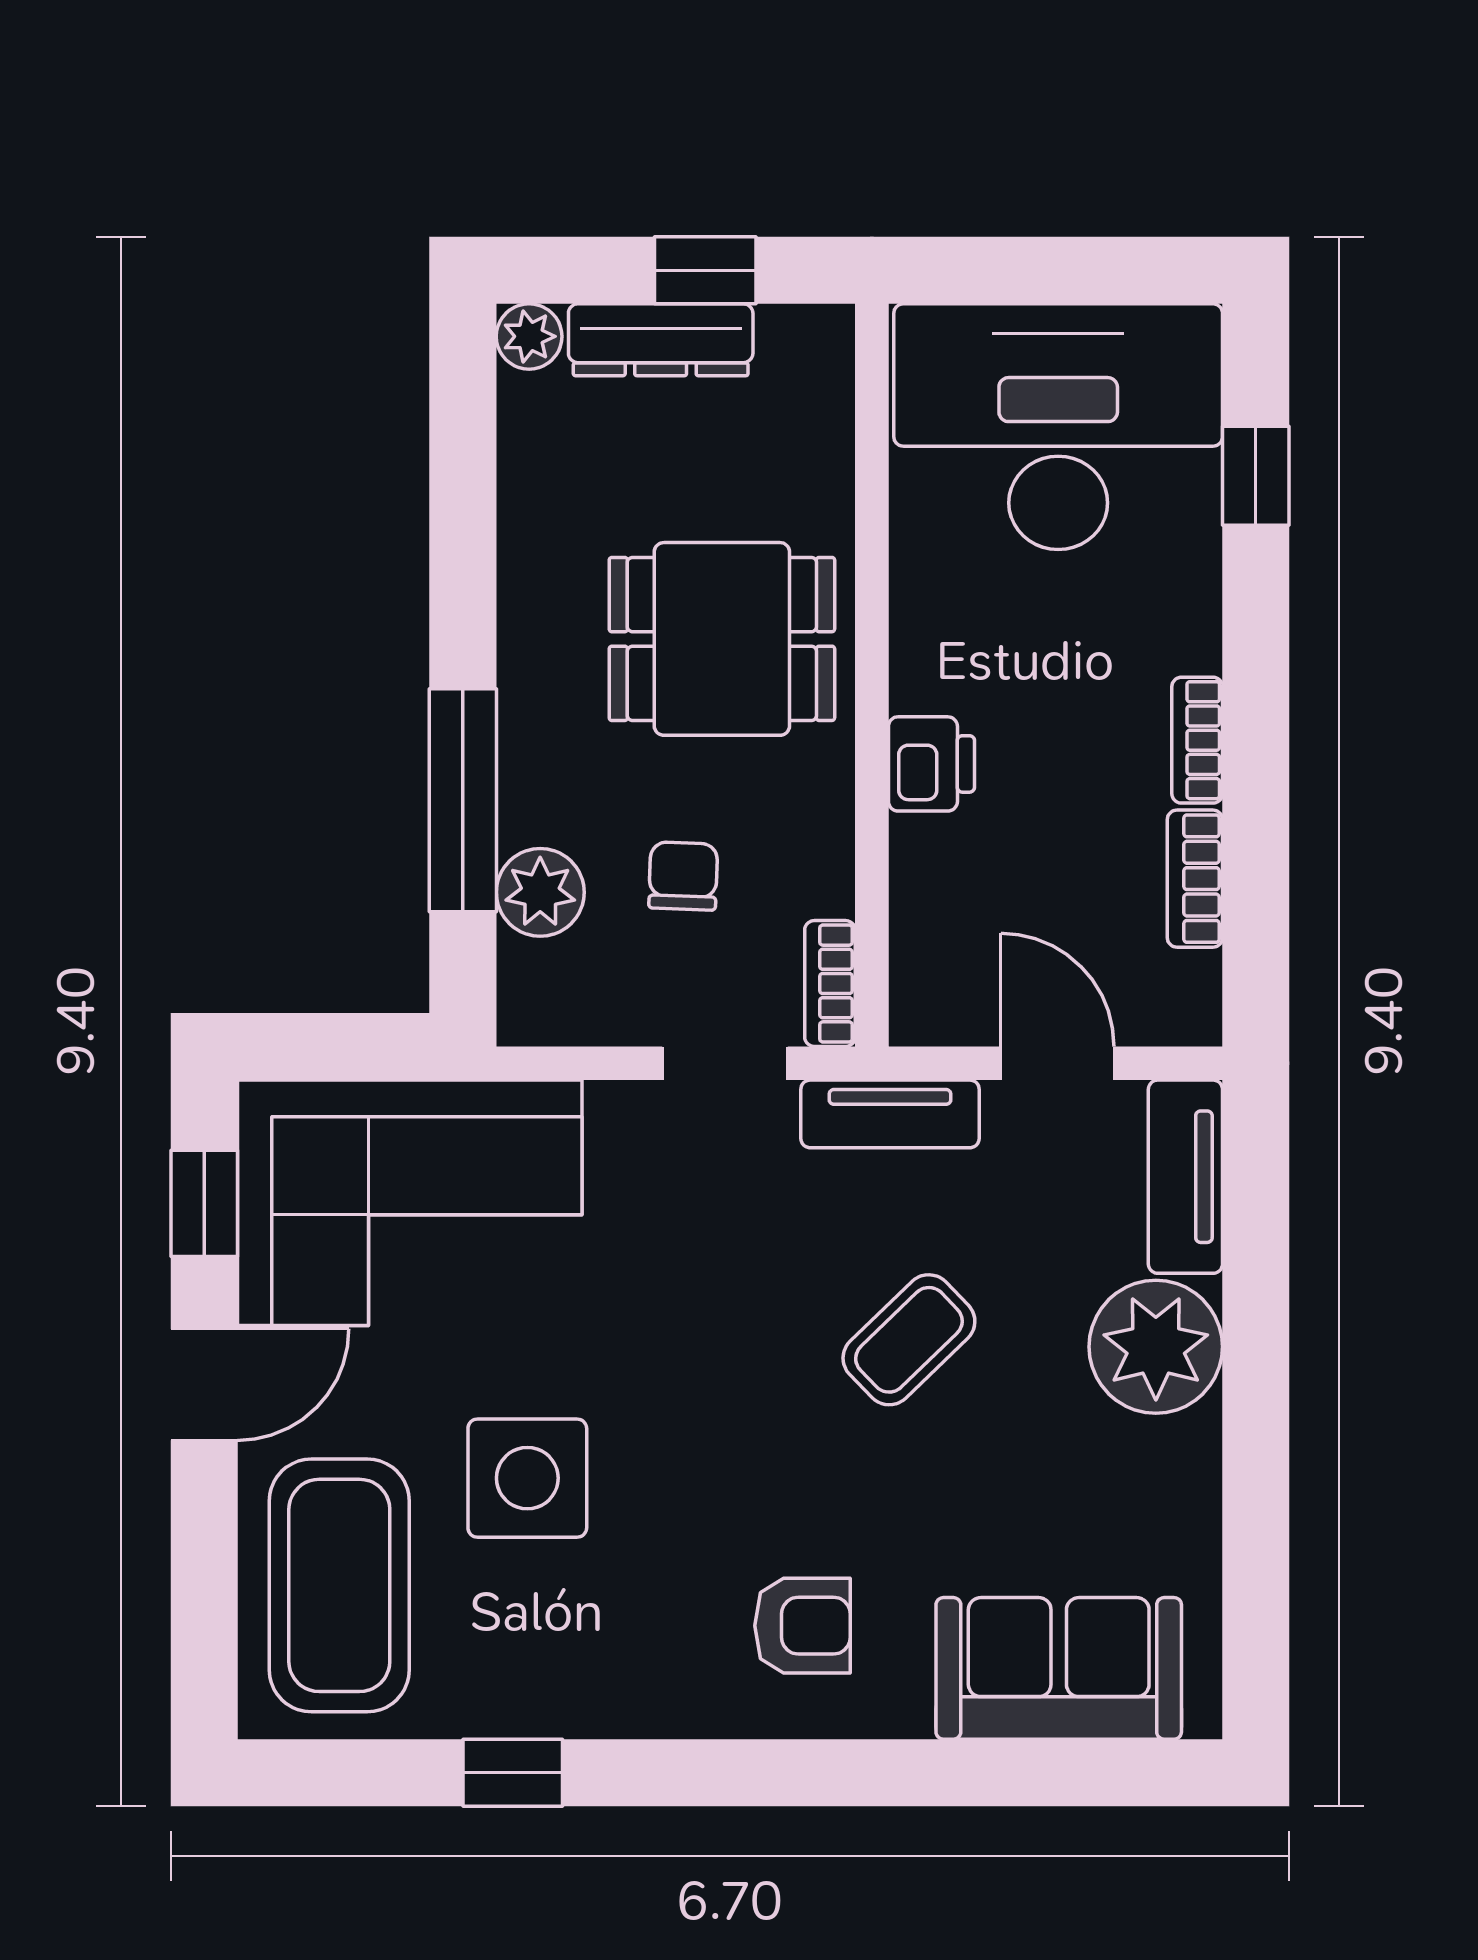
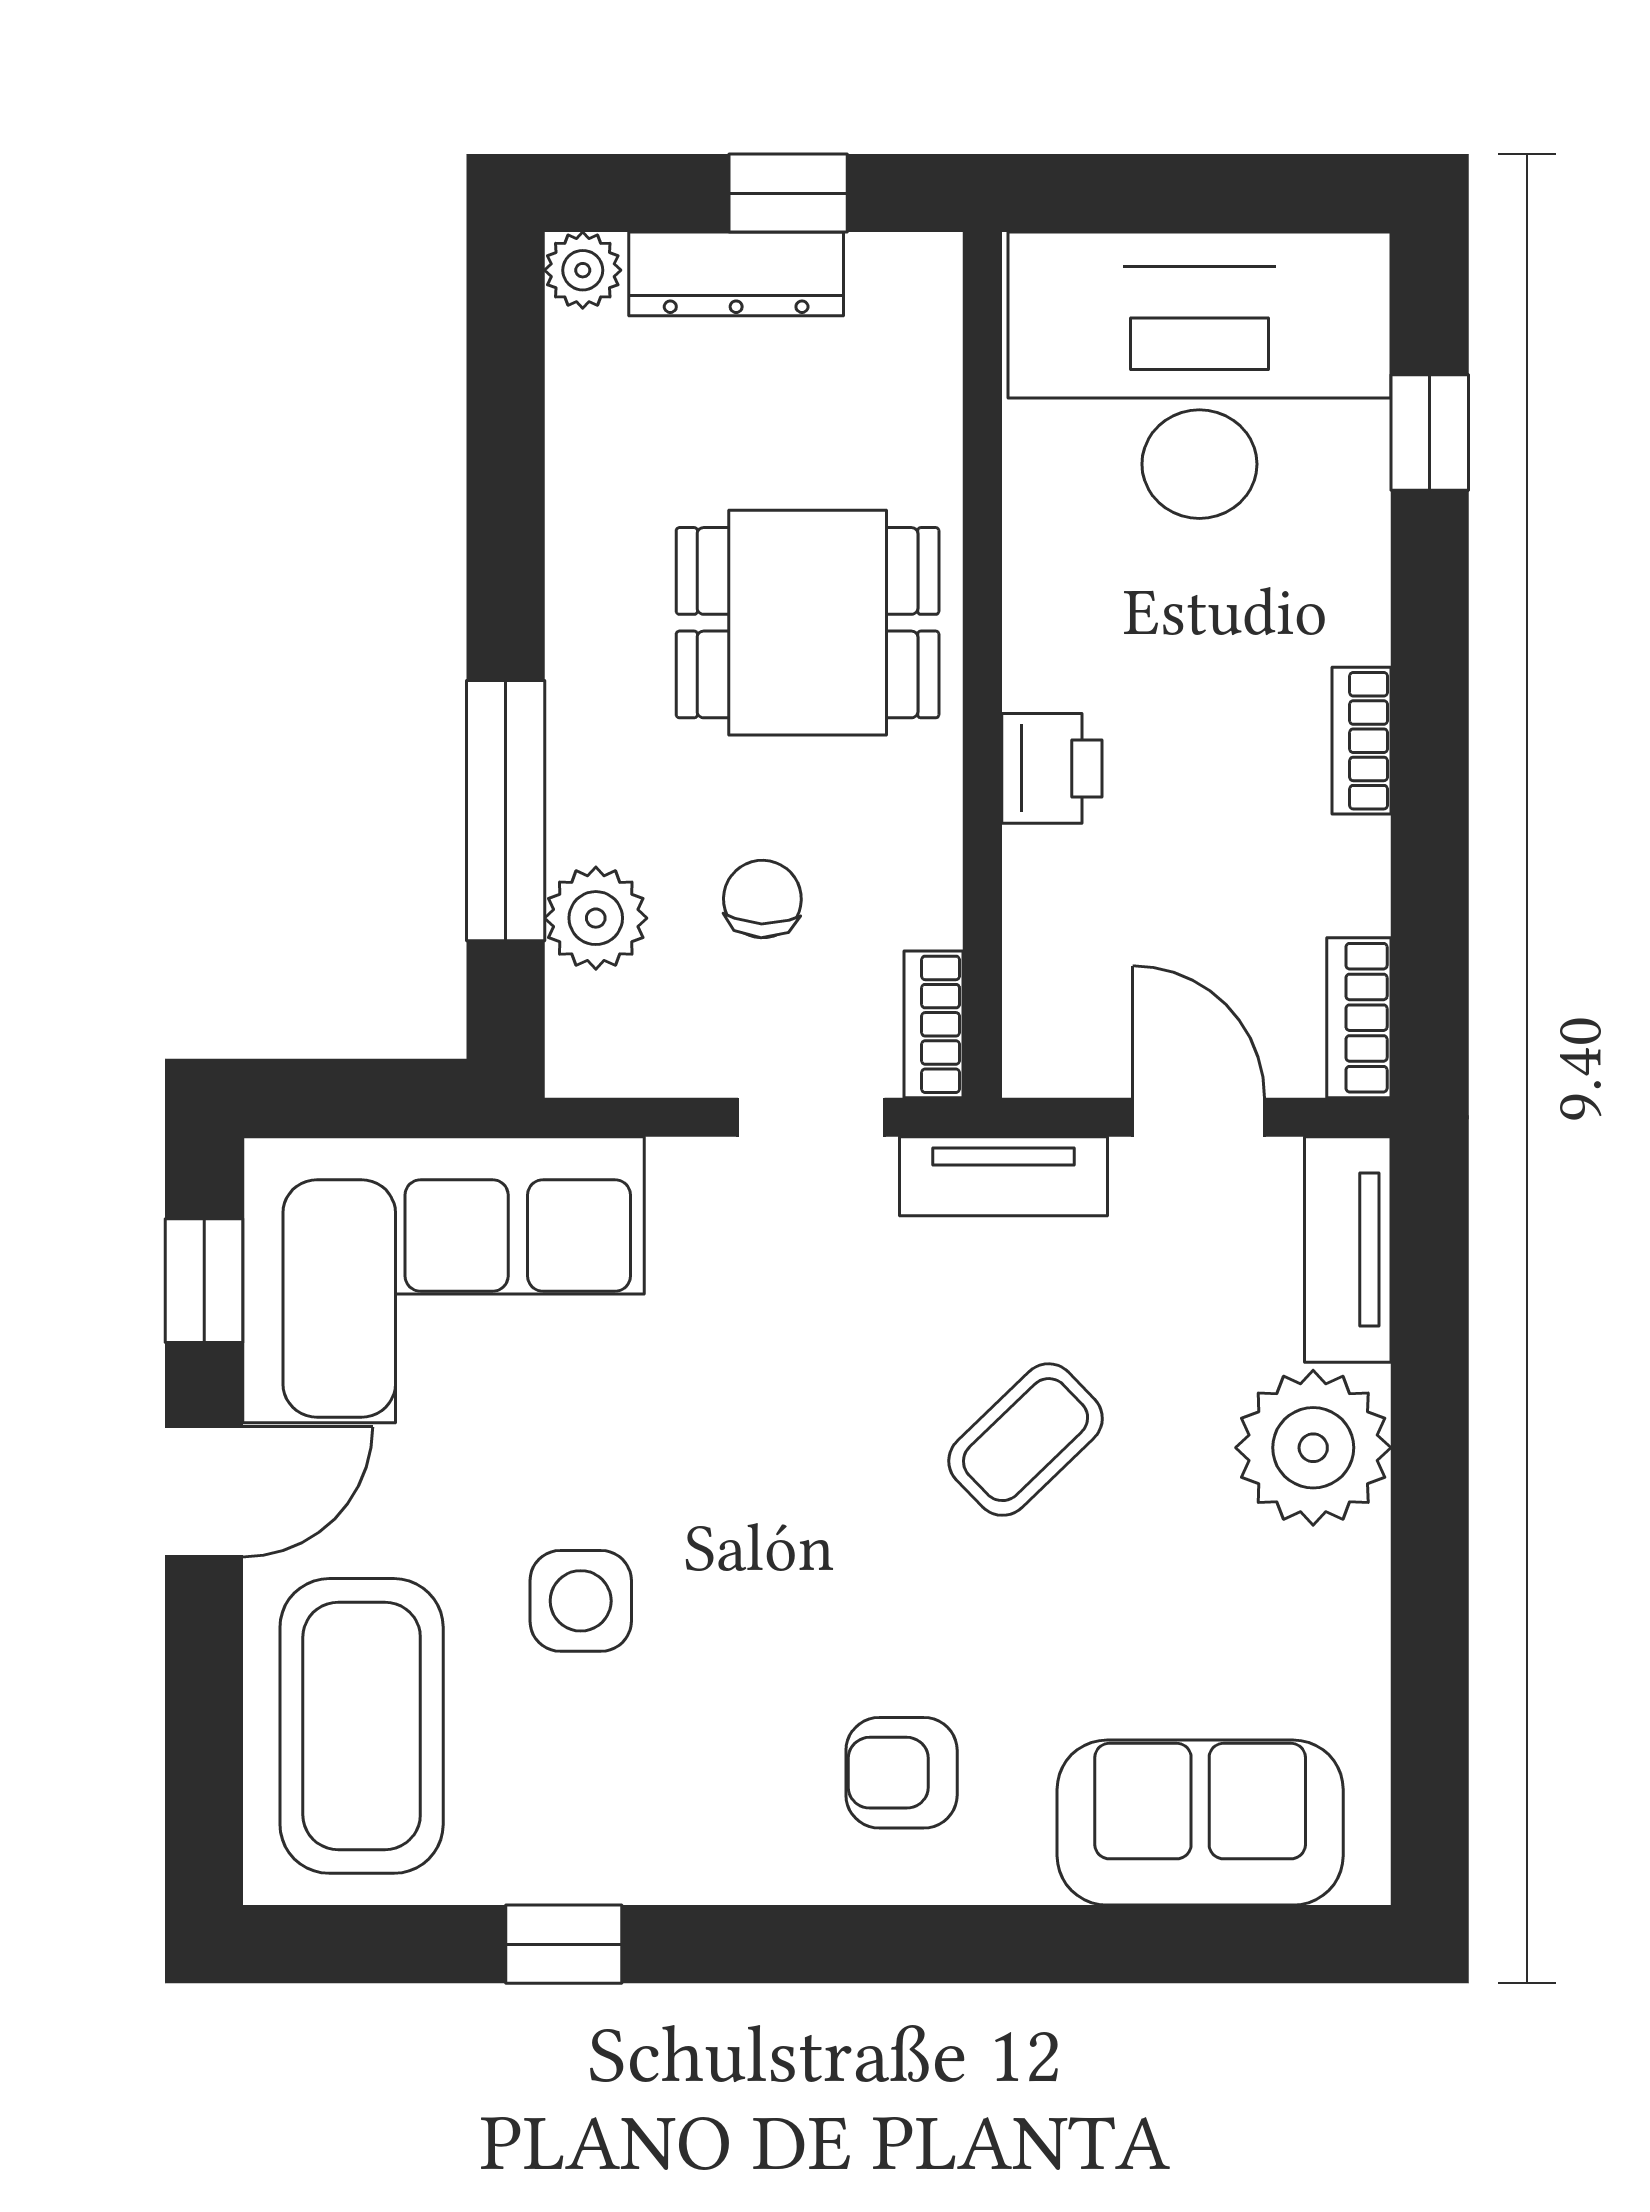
bookcase: (1195, 879) -> (1359, 1018), moved
side table: (527, 1478) -> (581, 1601), width x0.73, depth x0.73
armchair: (803, 1626) -> (902, 1773), turned 180

